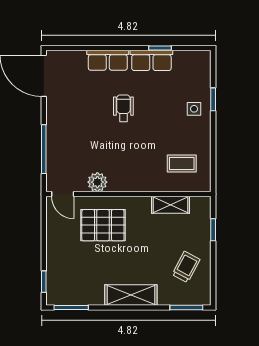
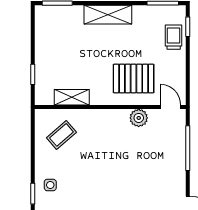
wheelchair: (123, 108) -> (115, 185), removed
coffee table: (182, 163) -> (61, 135), turned -41
trolley: (186, 267) -> (174, 37), moved, turned 152

